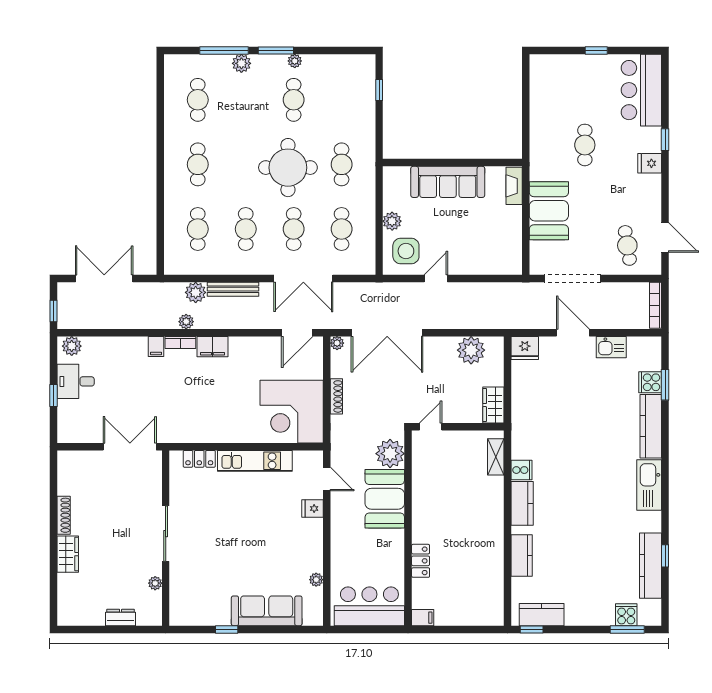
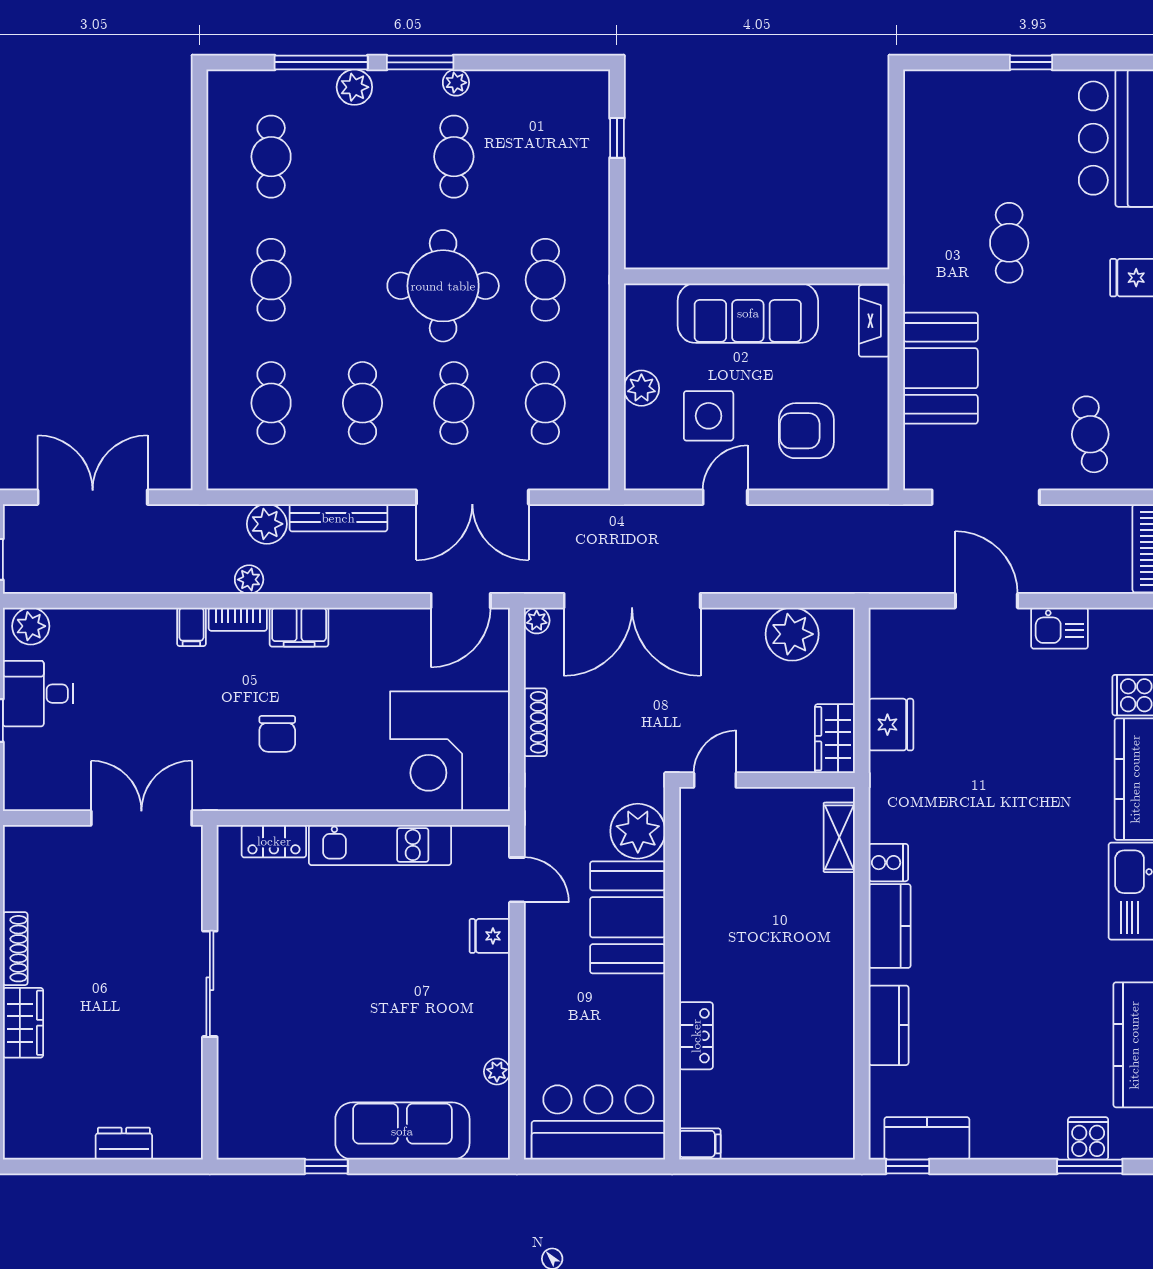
armchair: (478, 244) -> (806, 431), added
side table: (406, 251) -> (709, 416), moved
fridge: (525, 348) -> (891, 725), moved, turned -90
chair: (201, 403) -> (277, 734), added
plant: (155, 583) -> (190, 1078), removed

